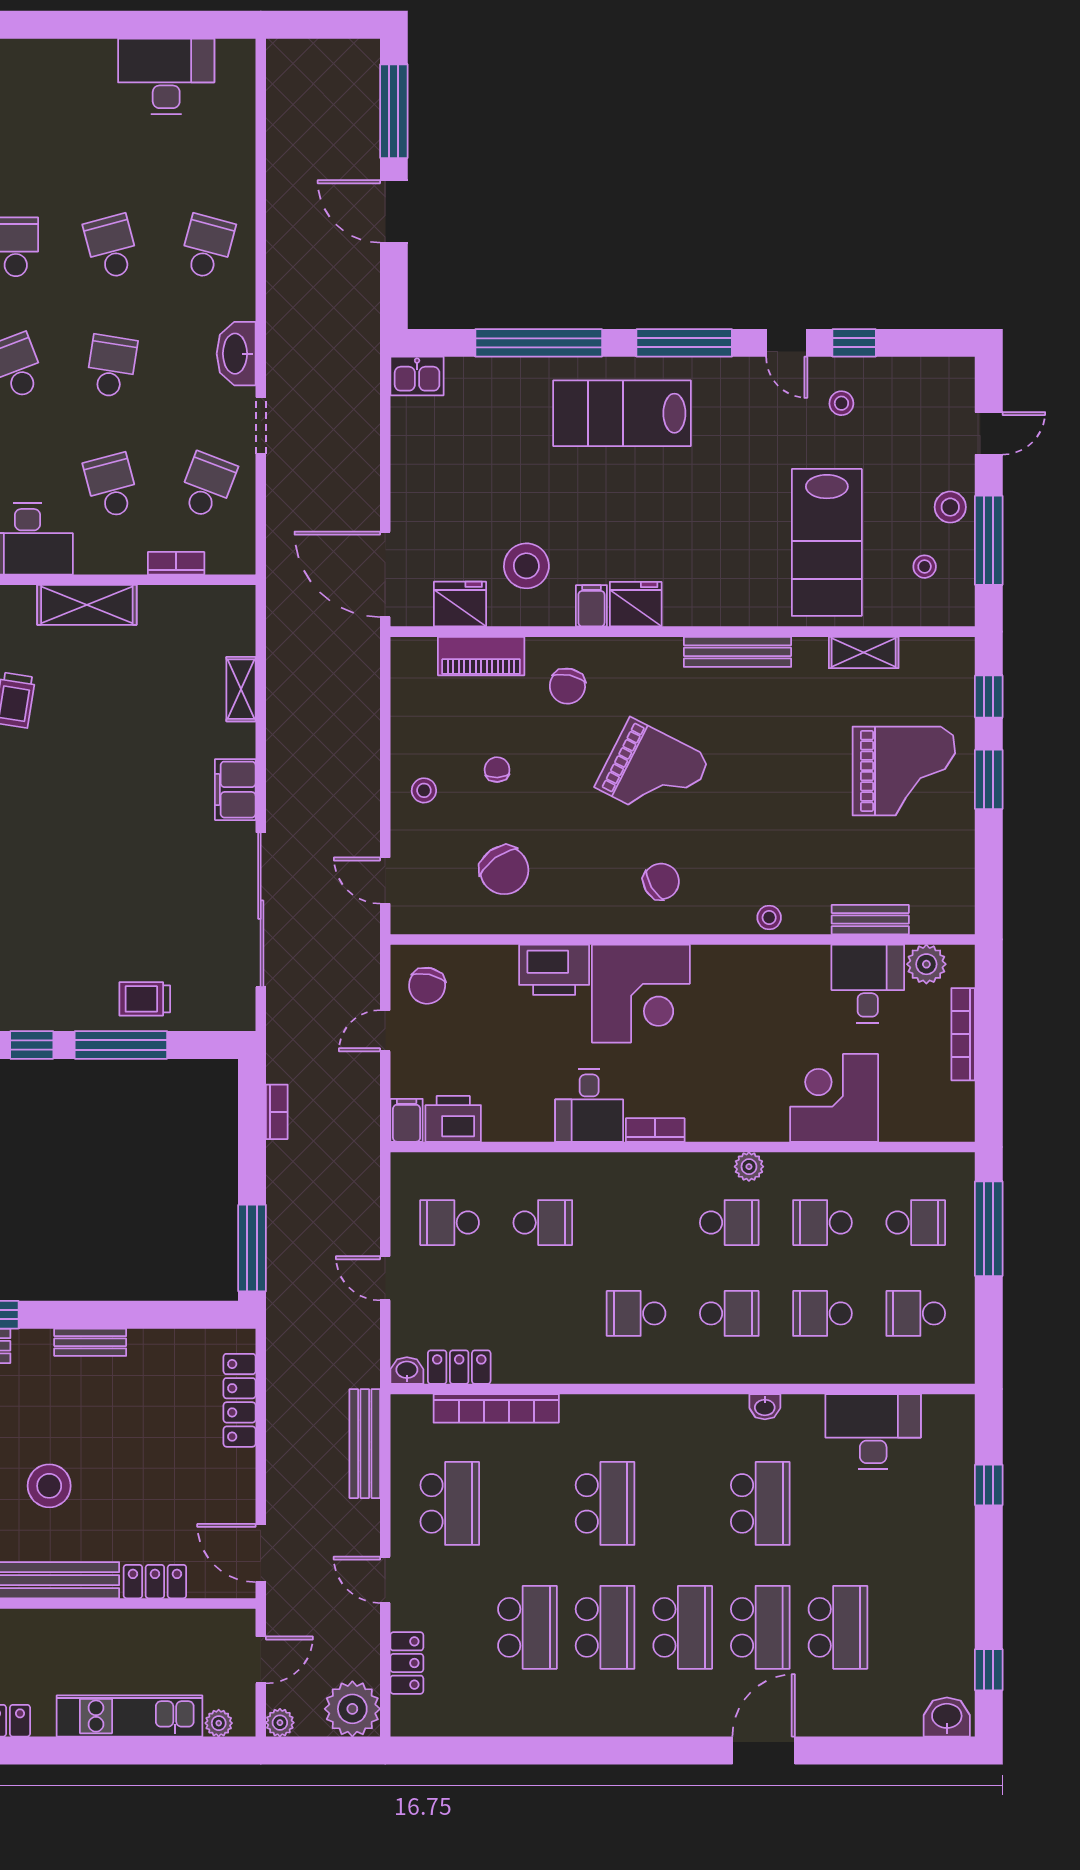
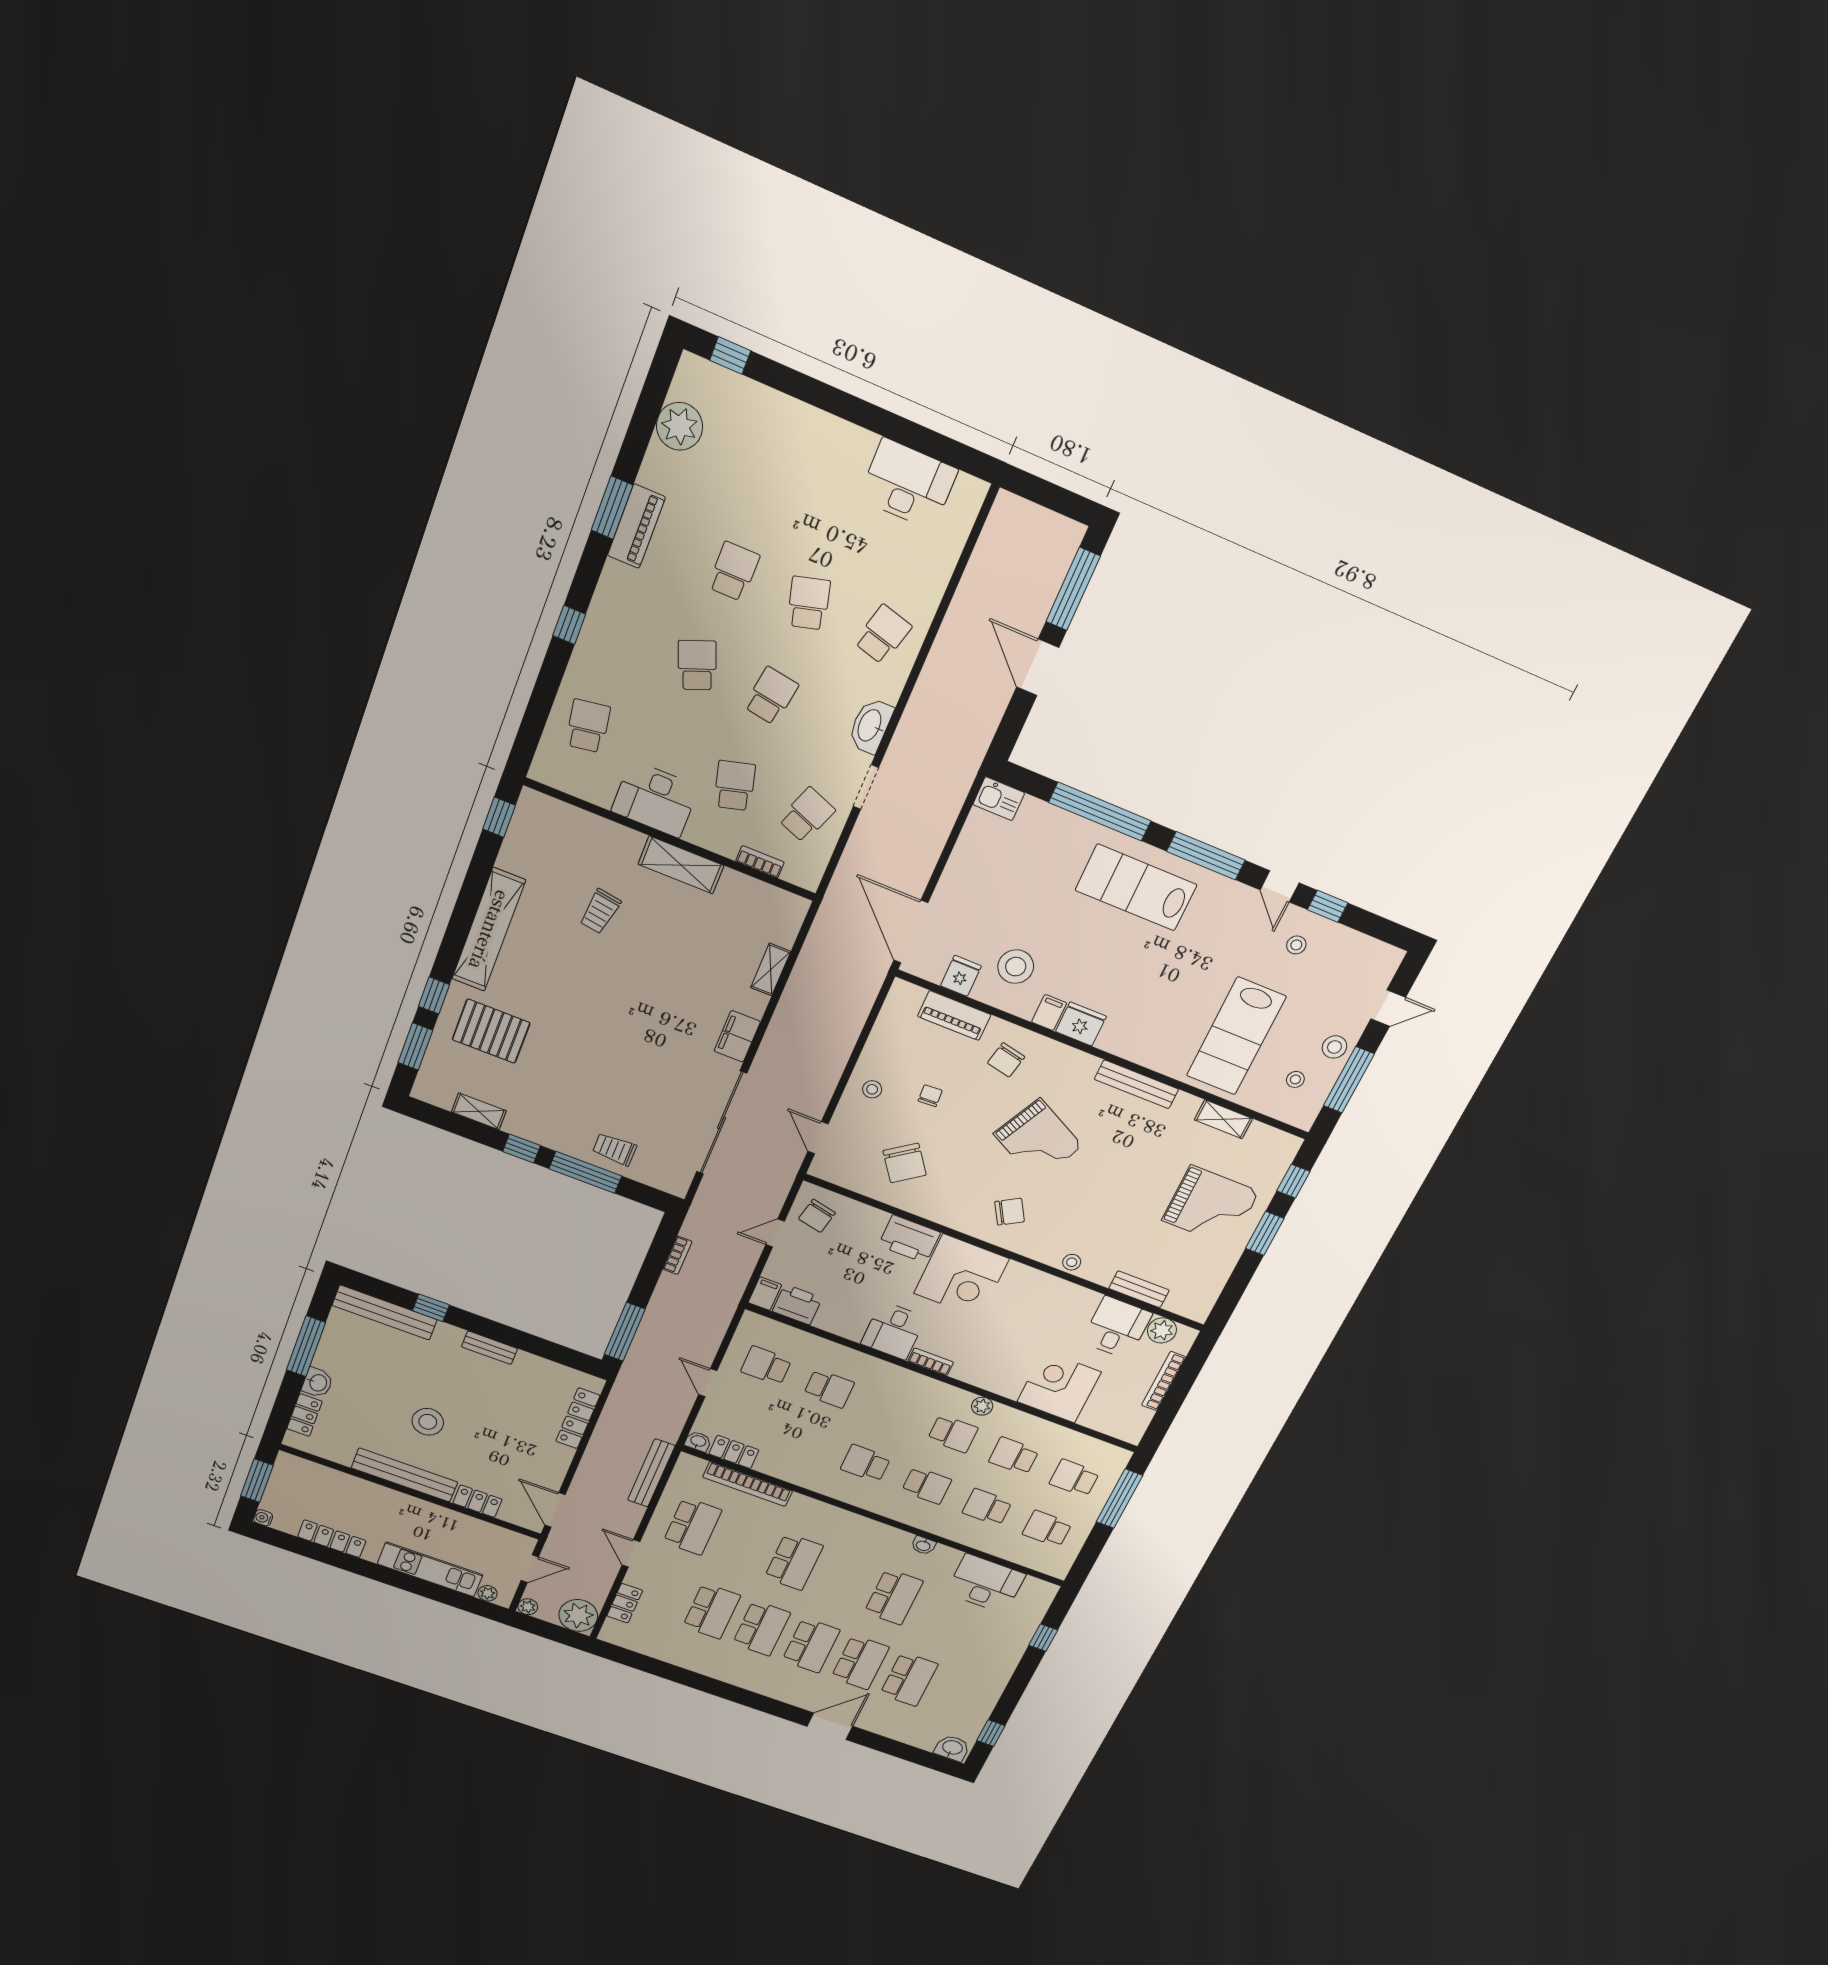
fridge: (460, 604) -> (961, 976), width x0.72
school desk: (916, 1223) -> (1074, 1478), turned 180

